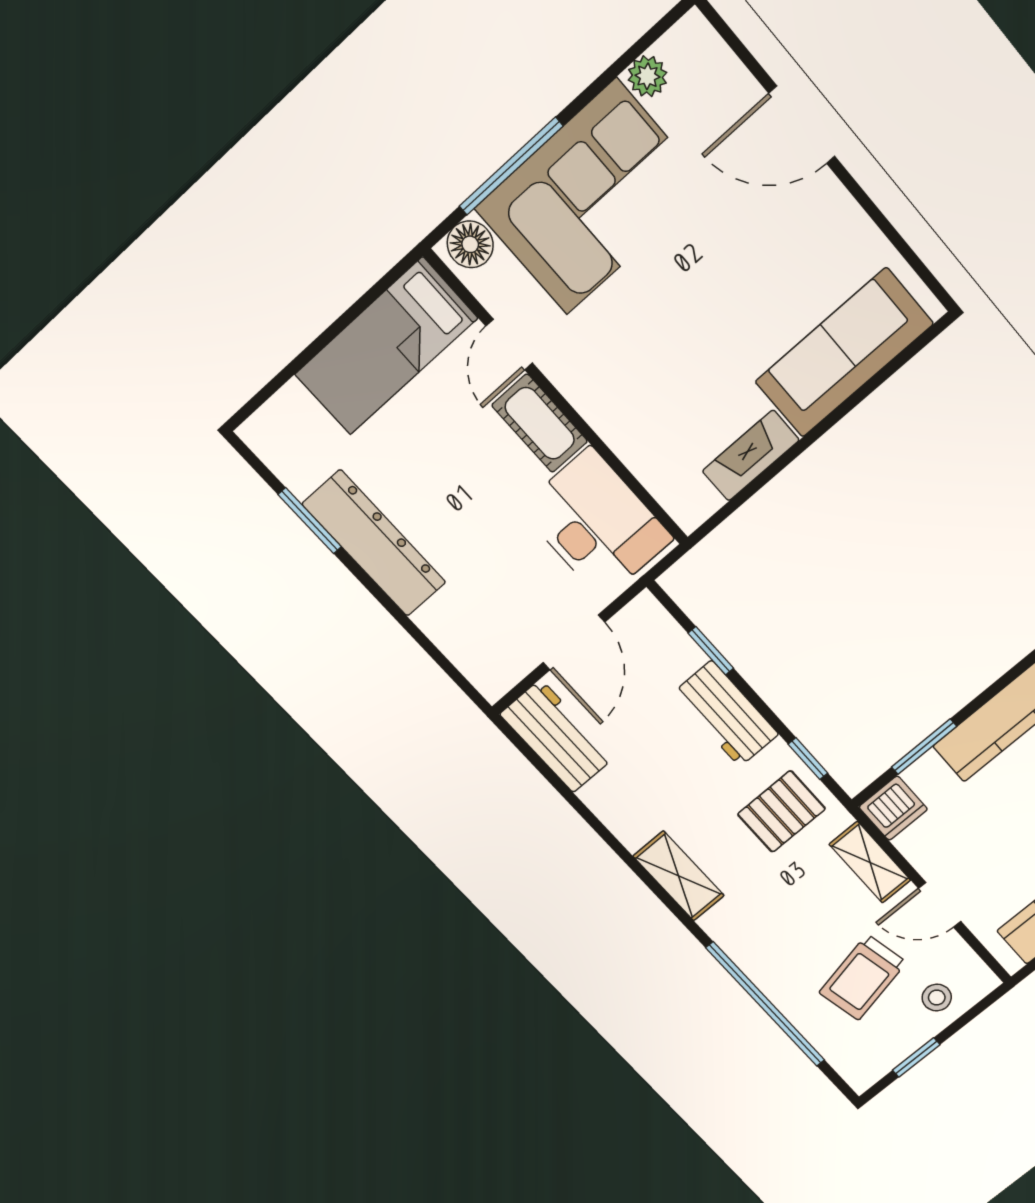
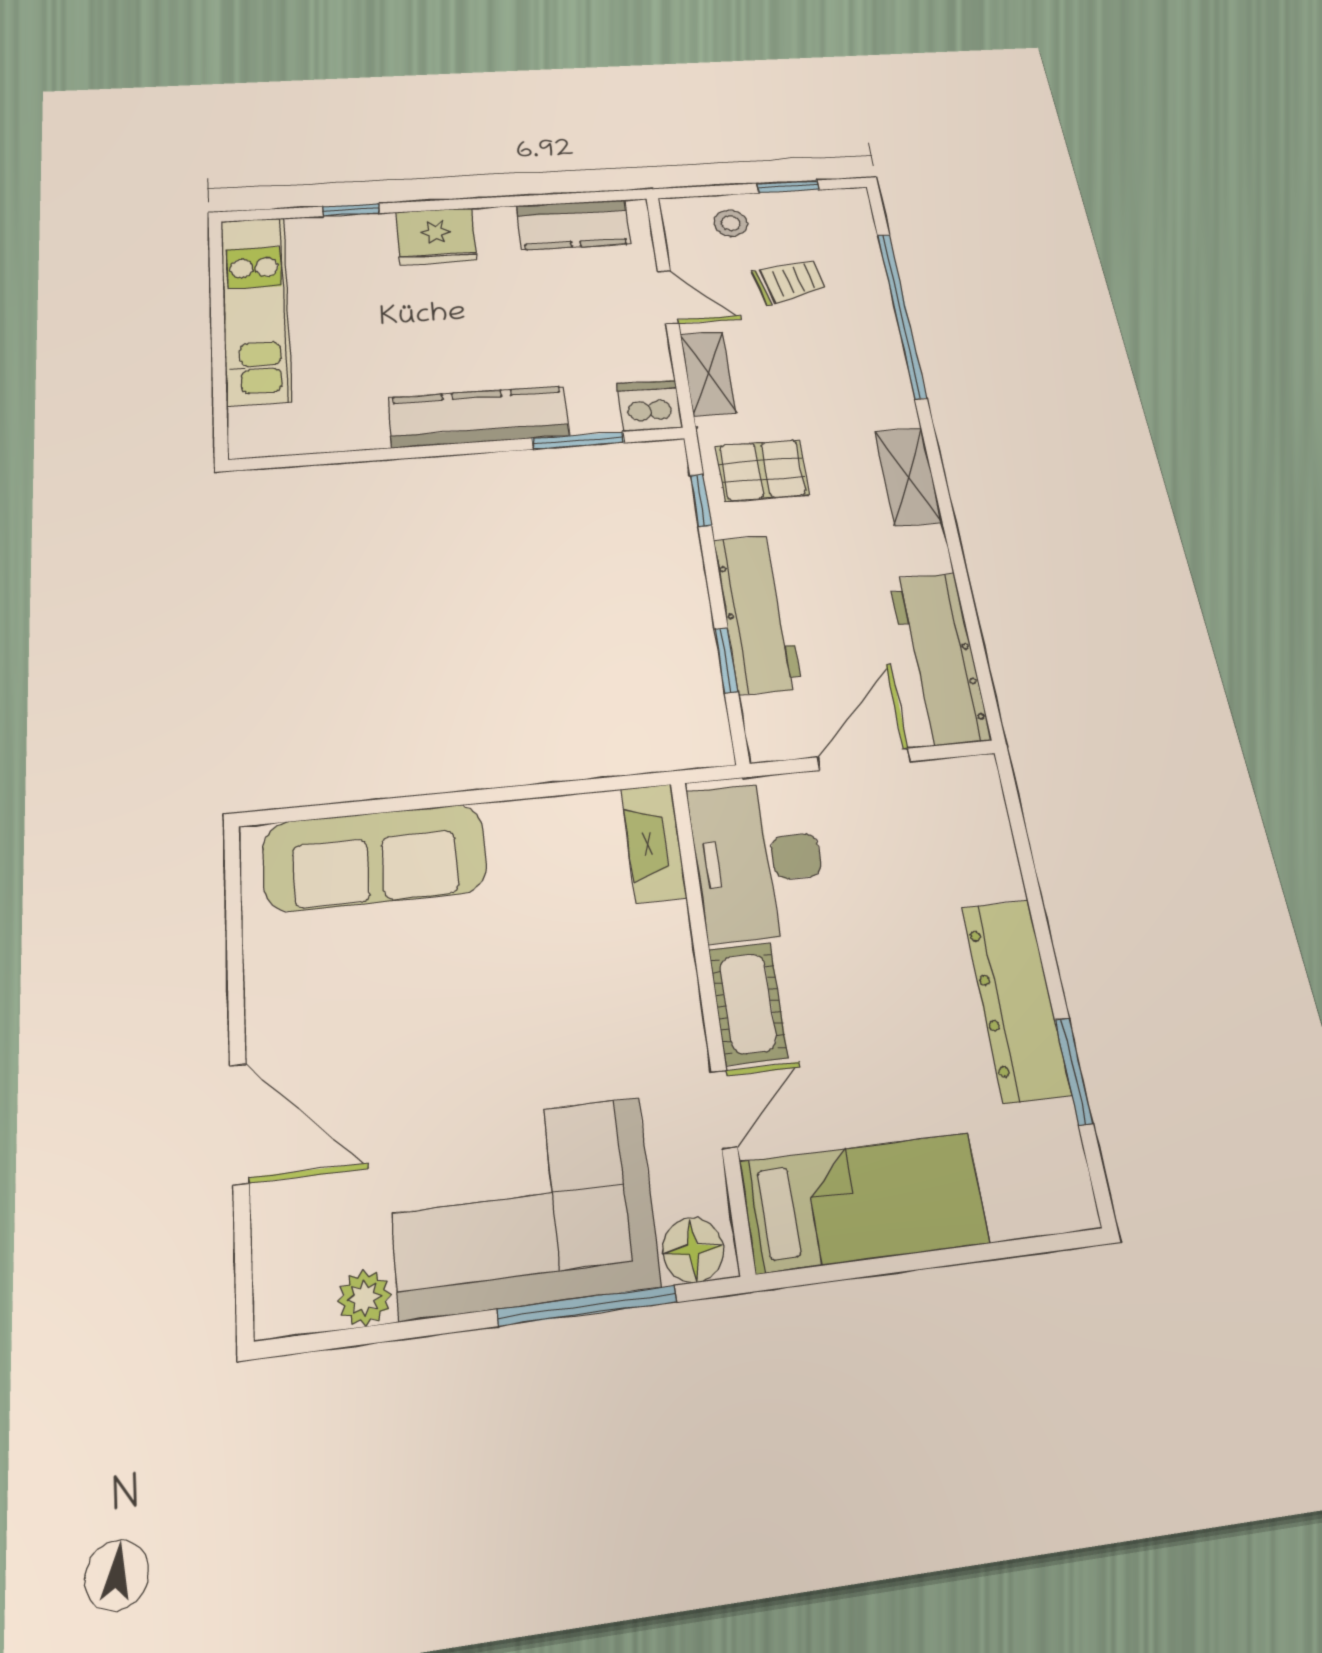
fireplace: (751, 455) -> (654, 843), moved, turned 90
workbench: (726, 714) -> (757, 614), width x1.38
workbench: (557, 736) -> (939, 658), width x1.38
trolley: (863, 977) -> (789, 281), width x0.73, depth x0.72

